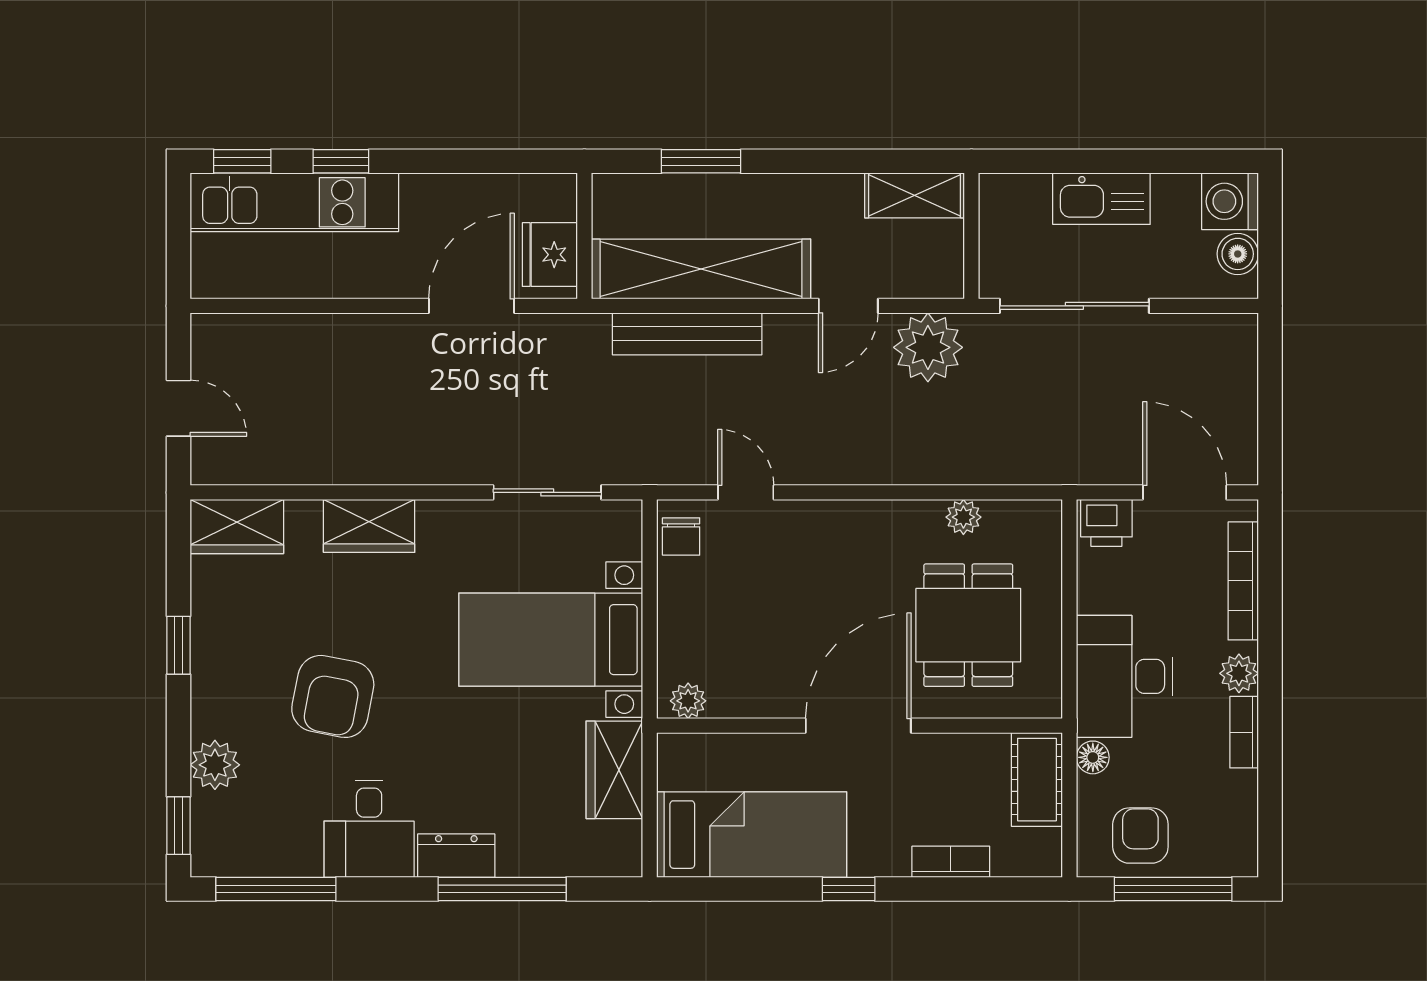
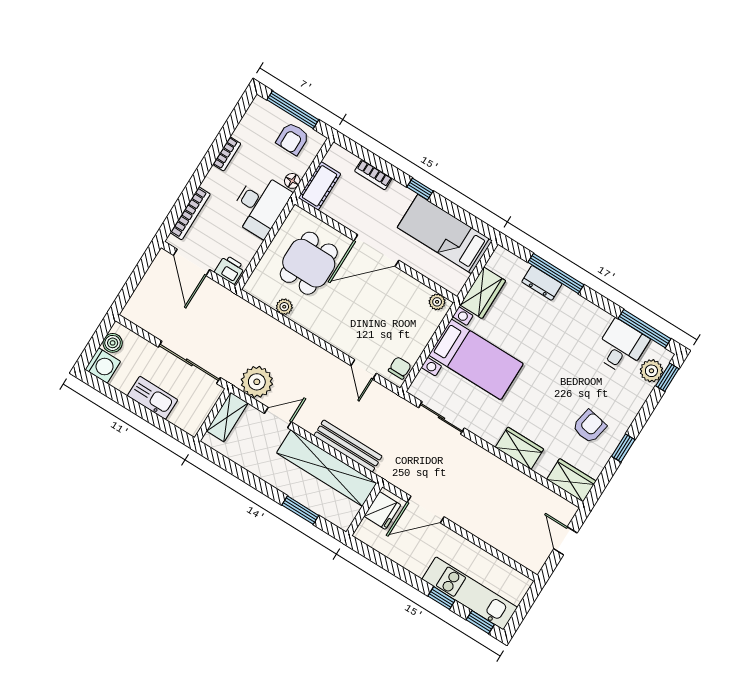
shelving: (915, 195) -> (227, 417), moved, turned 90
plant: (1239, 673) -> (214, 178), removed
armchair: (333, 696) -> (589, 427), moved, width x0.72, depth x0.72
plant: (215, 765) -> (651, 371), moved
desk: (369, 829) -> (621, 347), moved
dresser: (456, 856) -> (542, 283), moved

